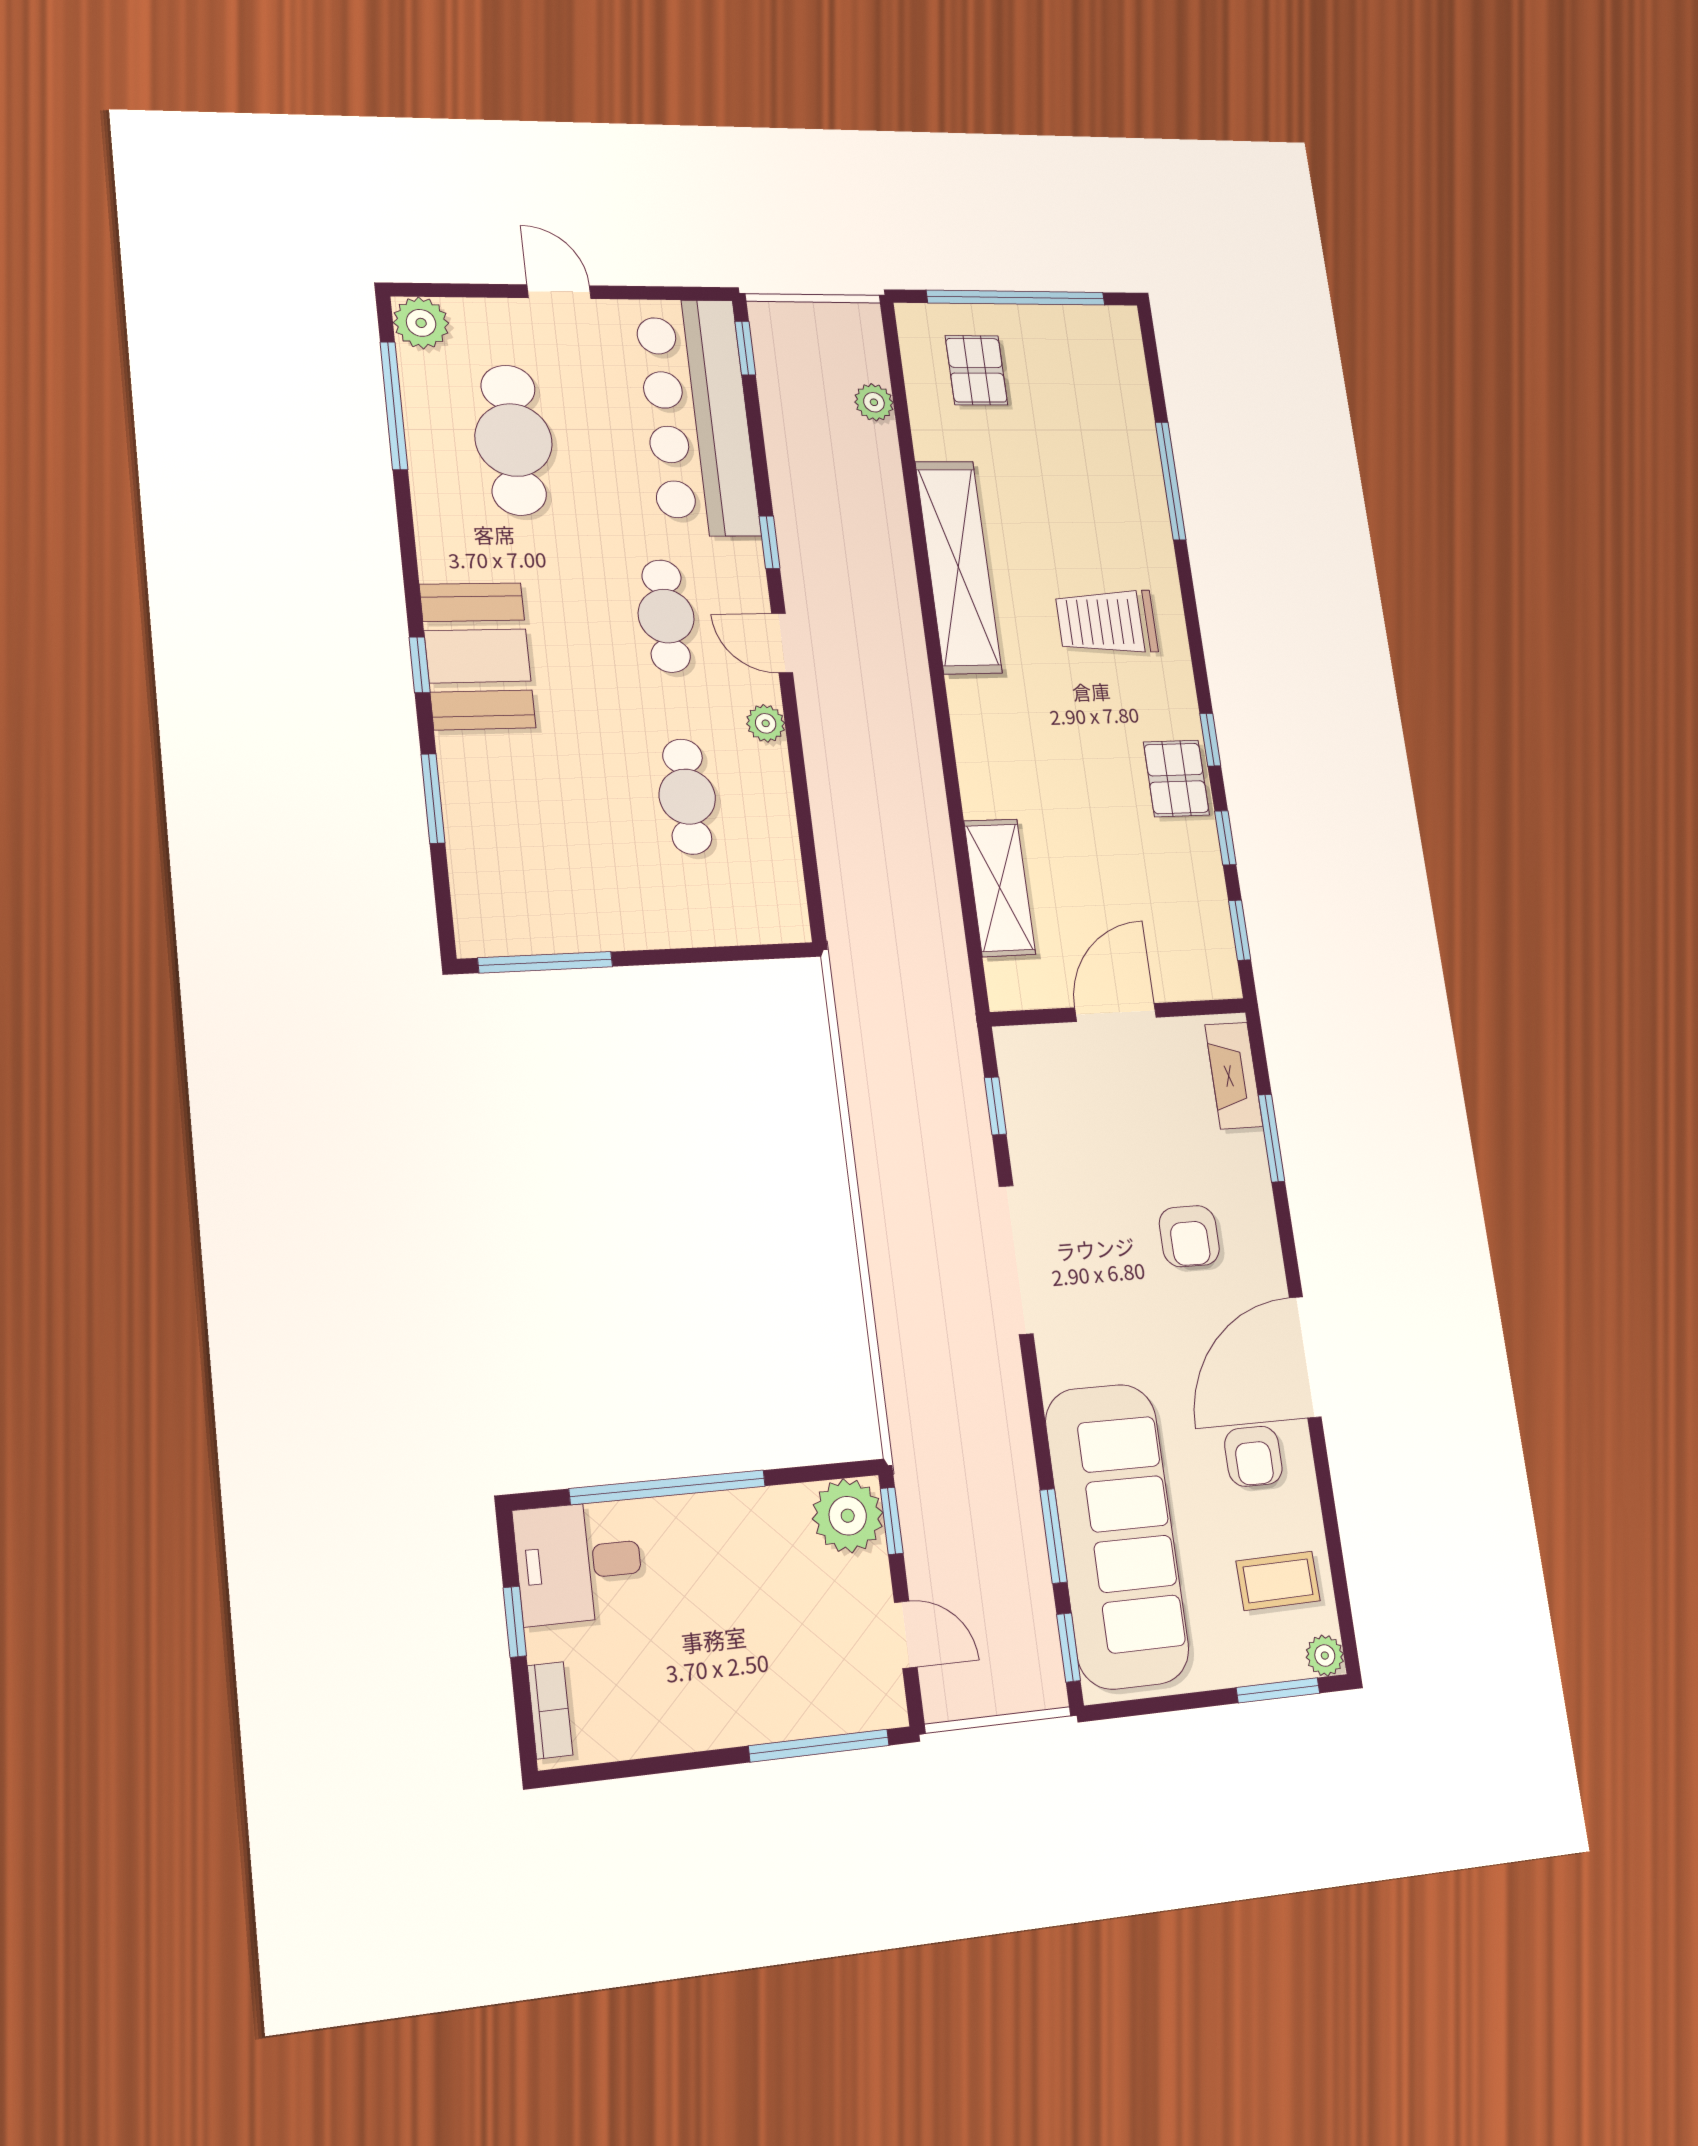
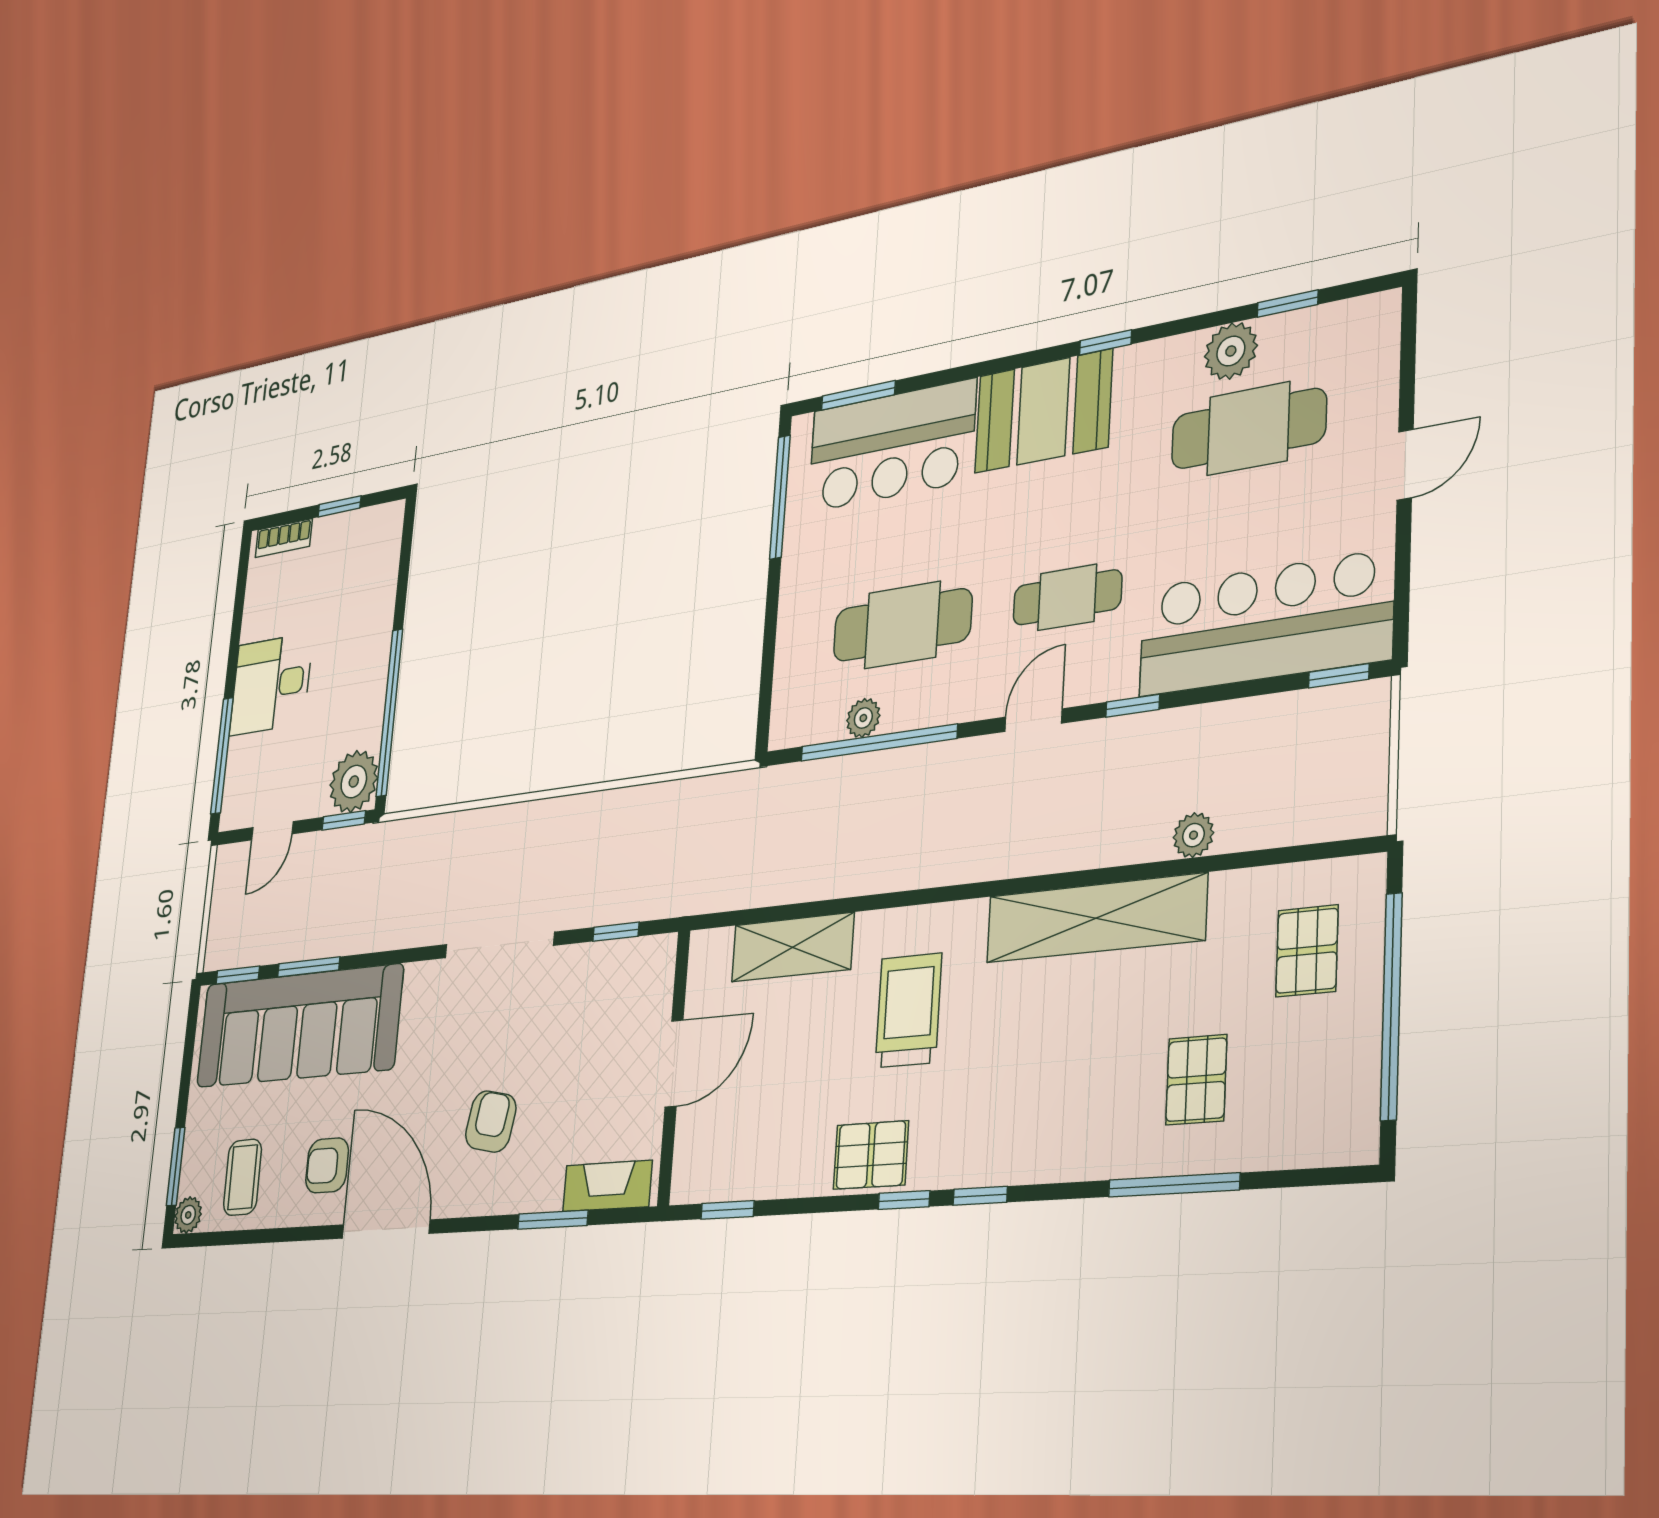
plant: (421, 323) -> (1231, 351), moved
pallet: (976, 370) -> (1307, 951), turned 90
plant: (874, 402) -> (1193, 835), moved
window: (394, 406) -> (1288, 304), width x0.46
pallet: (1086, 465) -> (1196, 1080), added
trolley: (1107, 622) -> (909, 1010), moved
window: (420, 665) -> (1105, 343), moved
plant: (766, 723) -> (863, 718), moved
cafe table: (687, 797) -> (902, 625), width x1.37, depth x1.35
window: (433, 798) -> (858, 395), moved
window: (803, 812) -> (878, 743), added
bar counter: (499, 829) -> (891, 446), added
window: (1225, 838) -> (980, 1196), moved
door: (1116, 1013) -> (674, 1063), hinge flipped
armchair: (1189, 1236) -> (491, 1121), turned 101
window: (668, 1487) -> (390, 712), moved
desk: (579, 1563) -> (271, 684), moved, turned -90

